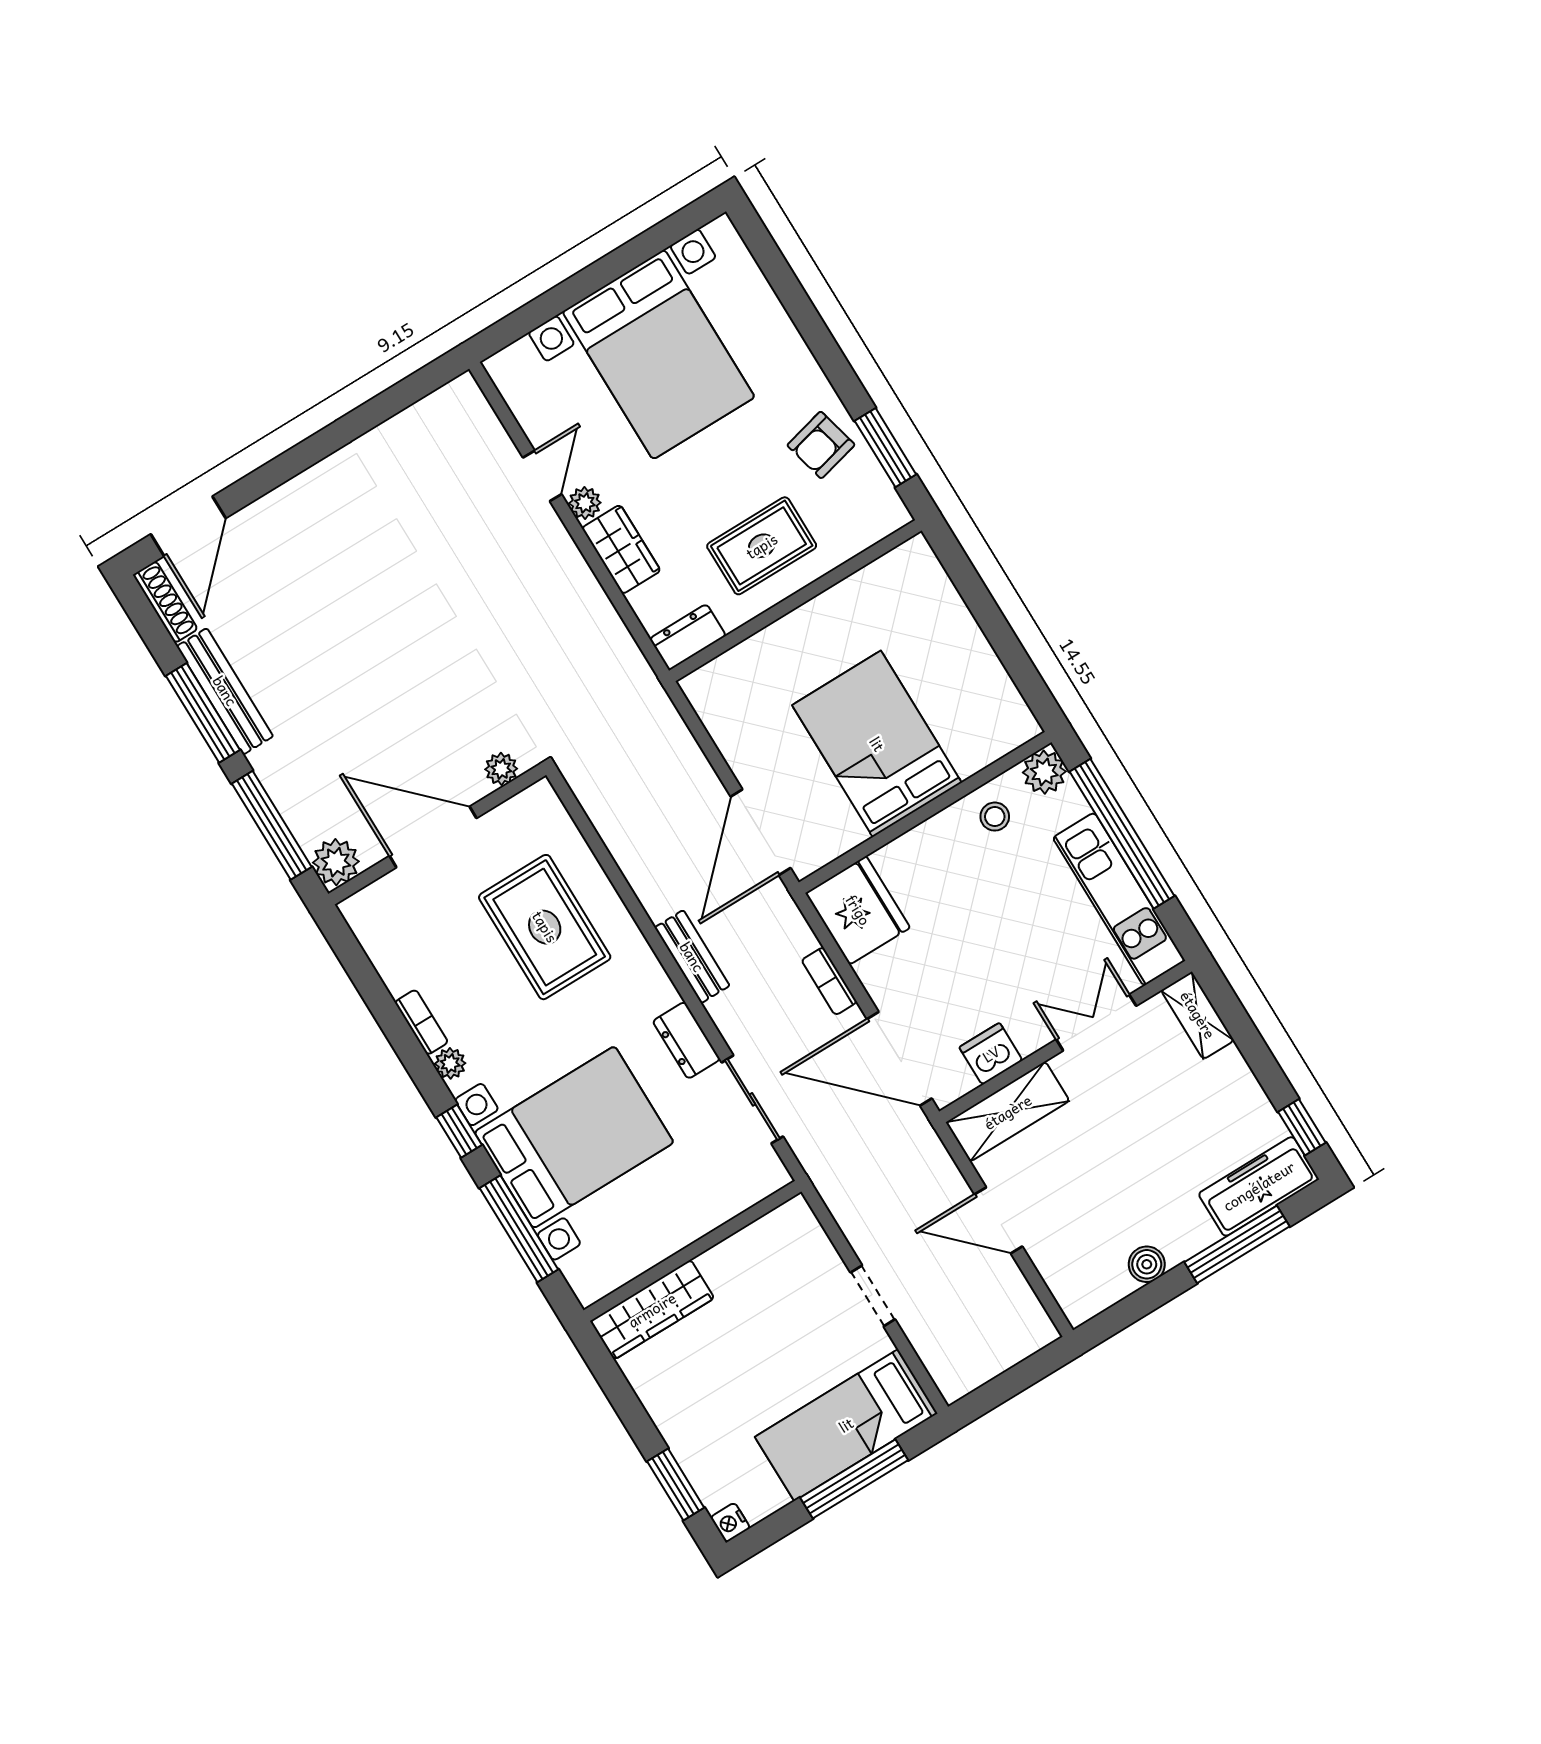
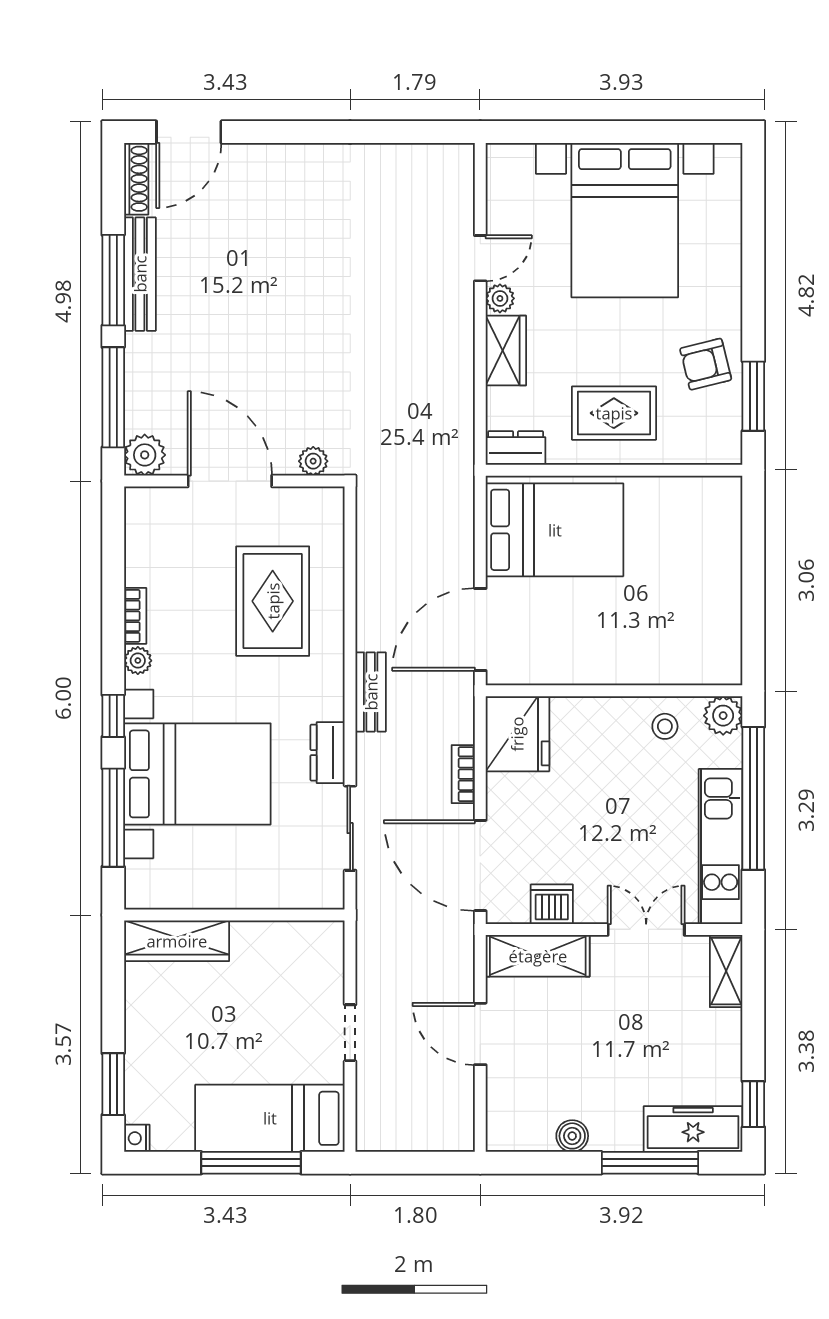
bed: (877, 744) -> (555, 530), moved, turned 90

